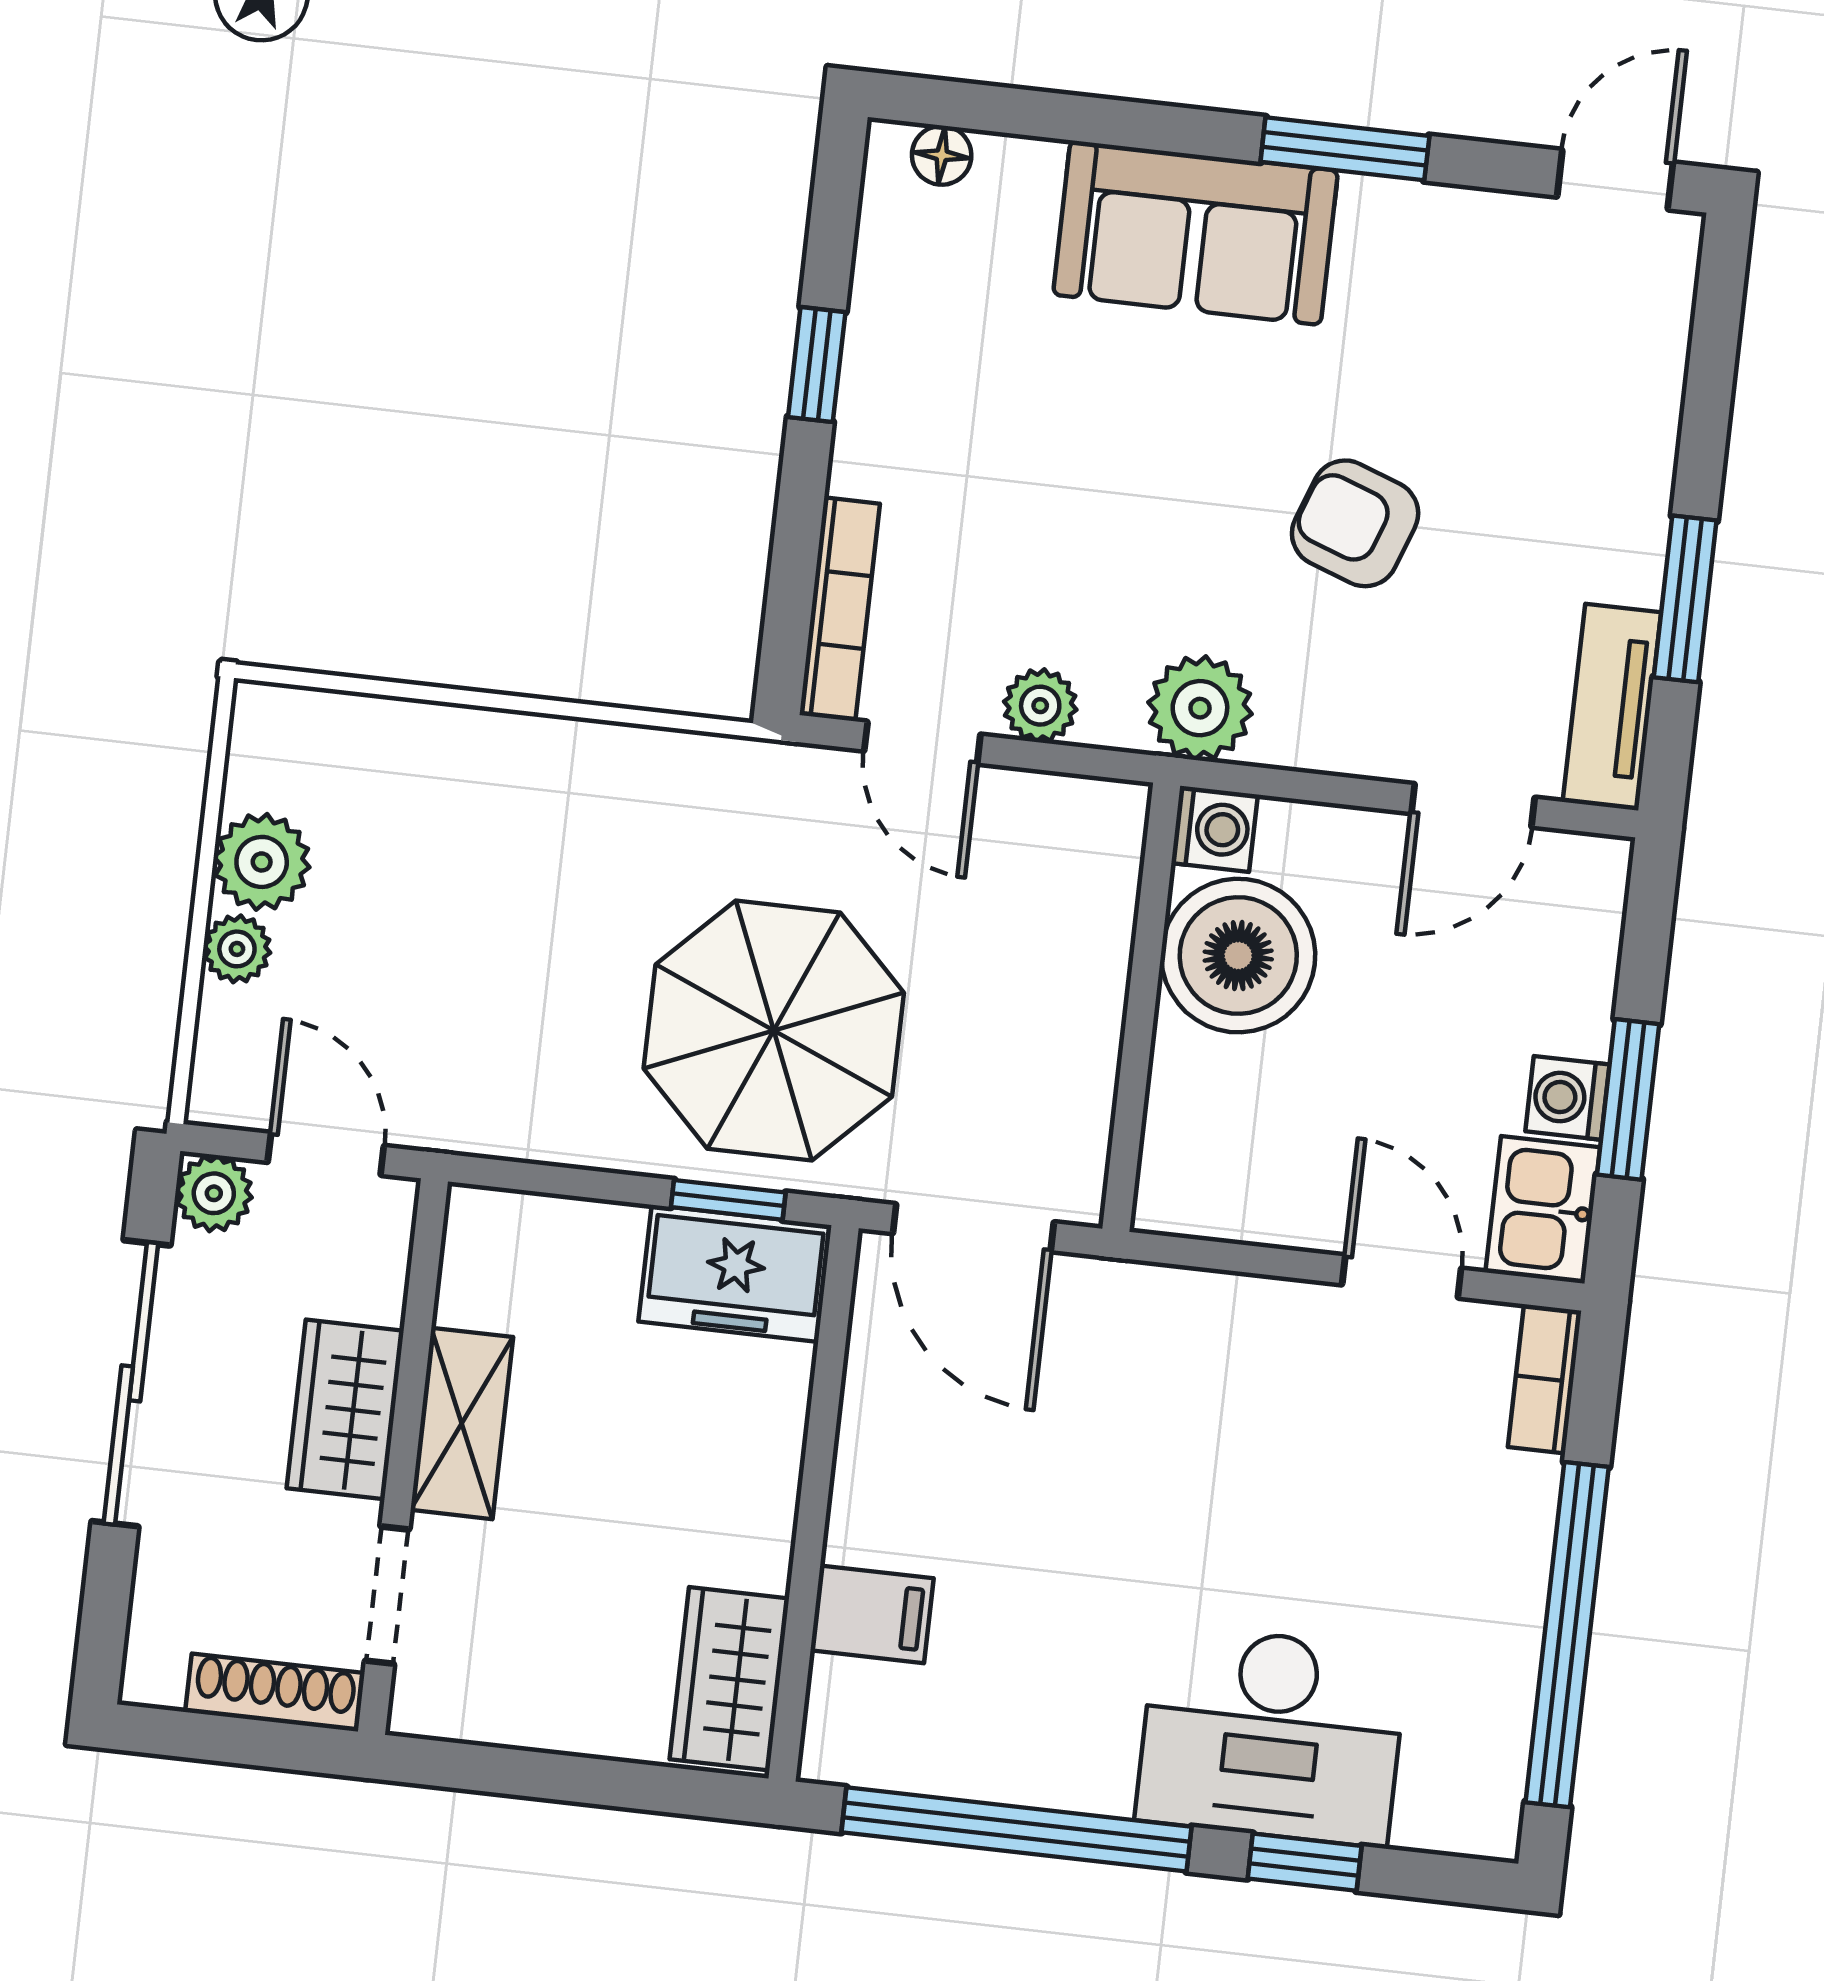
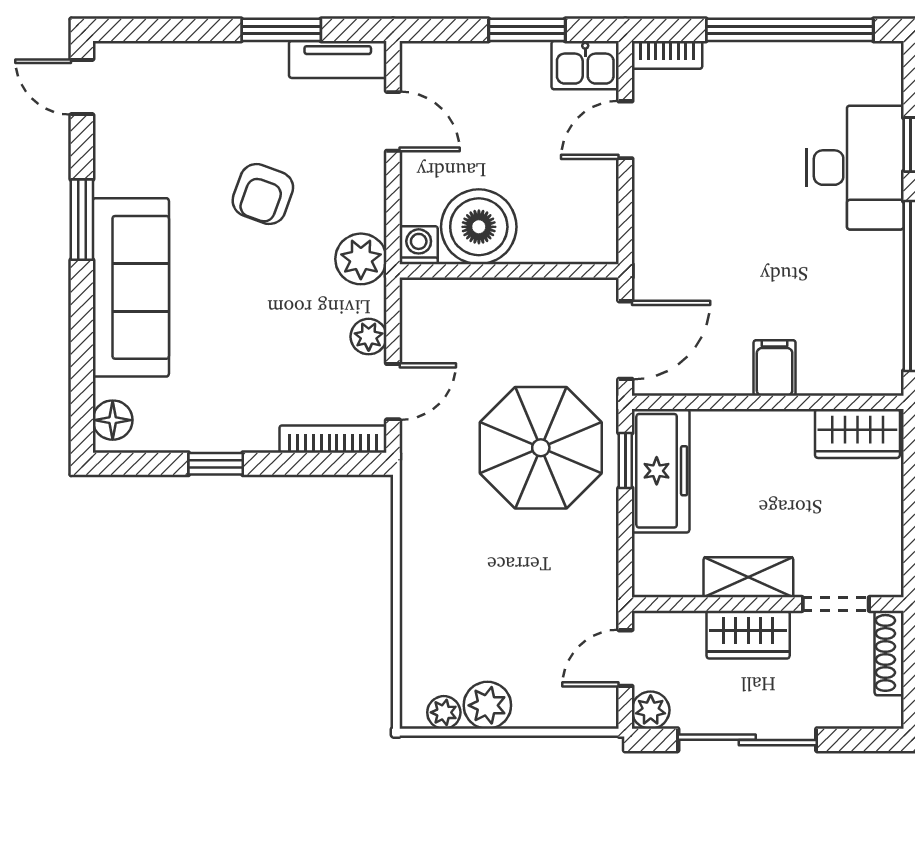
floor lamp: (942, 155) -> (113, 420), width x1.37, depth x1.37
sofa: (1196, 233) -> (131, 287), width x1.36
plant: (237, 949) -> (444, 712), moved
washing machine: (1567, 1098) -> (530, 59), removed
freezer: (735, 1273) -> (661, 471), width x1.40
filing cabinet: (872, 1614) -> (775, 368), moved

